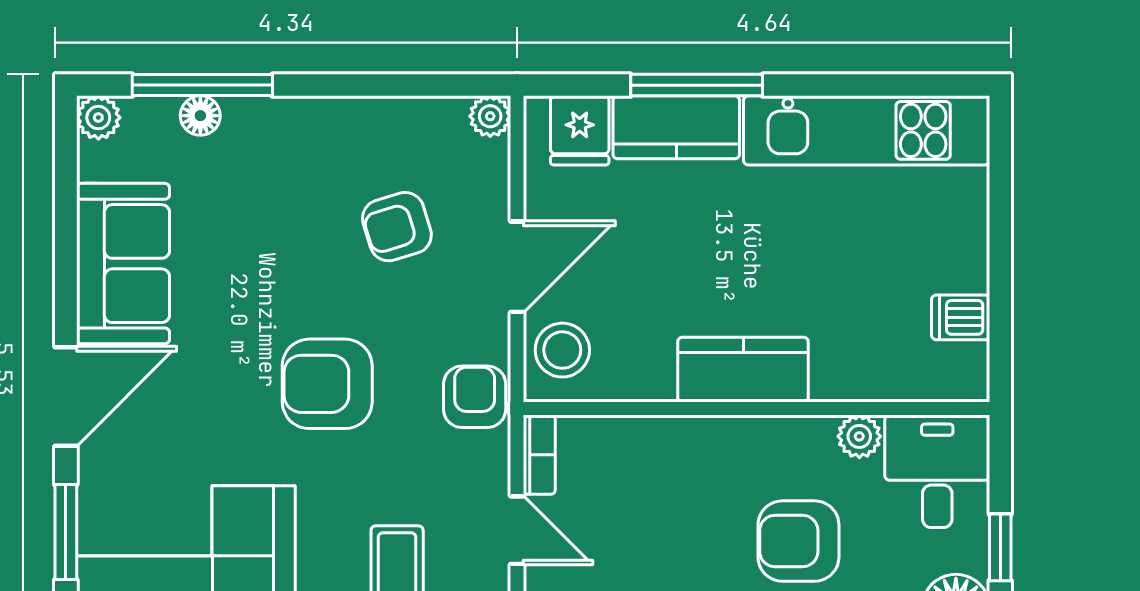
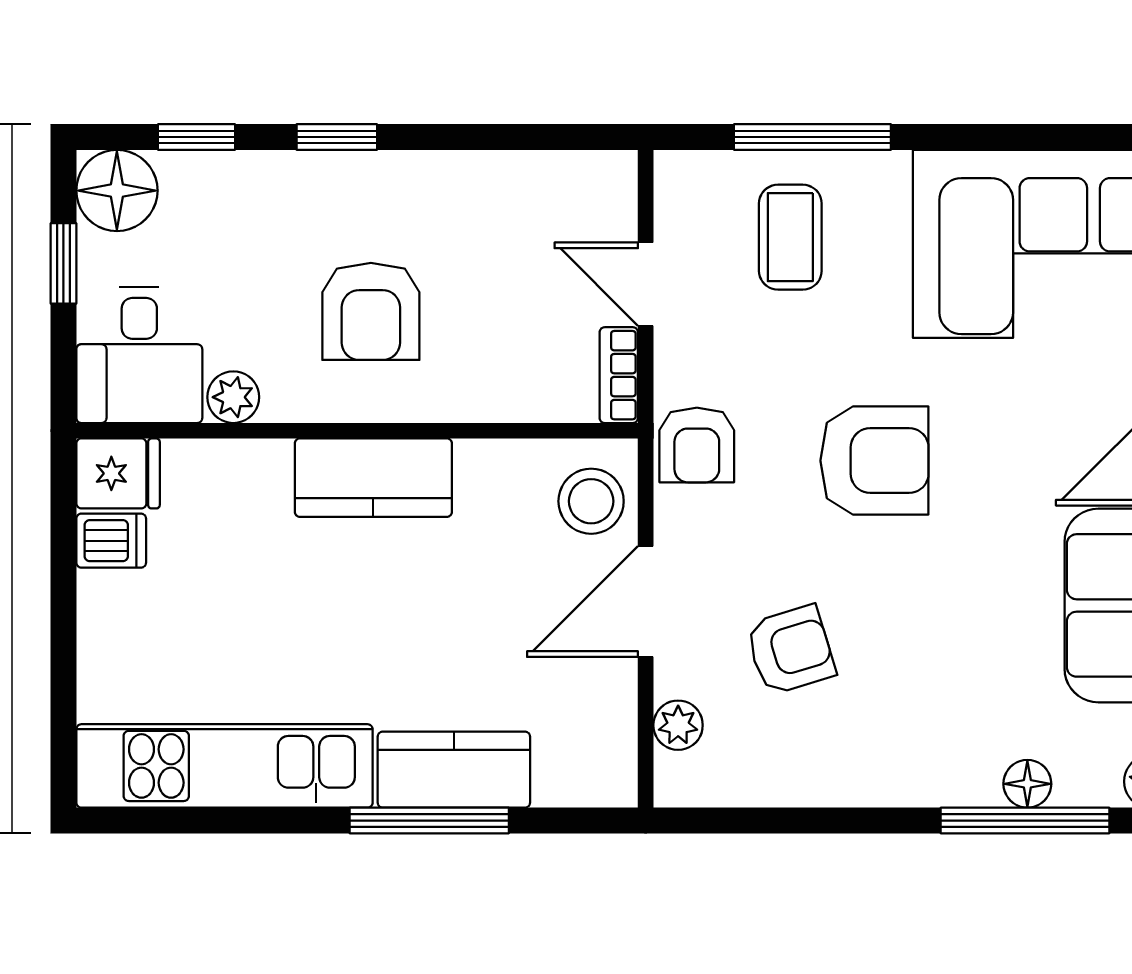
plant: (490, 116) -> (678, 725), moved
fridge: (580, 130) -> (118, 473), moved, turned 90
armchair: (798, 541) -> (371, 311), moved, turned 90

